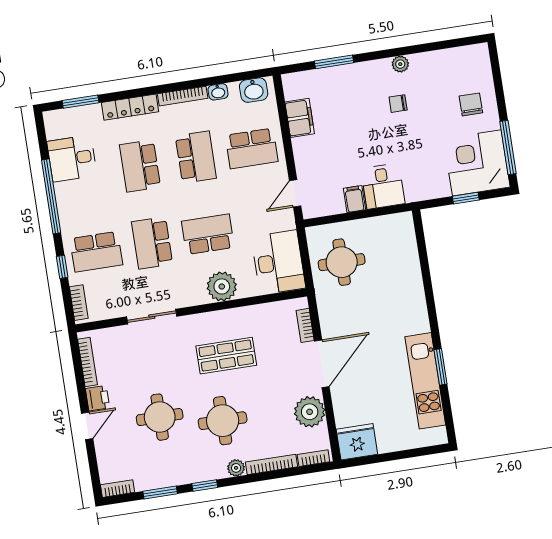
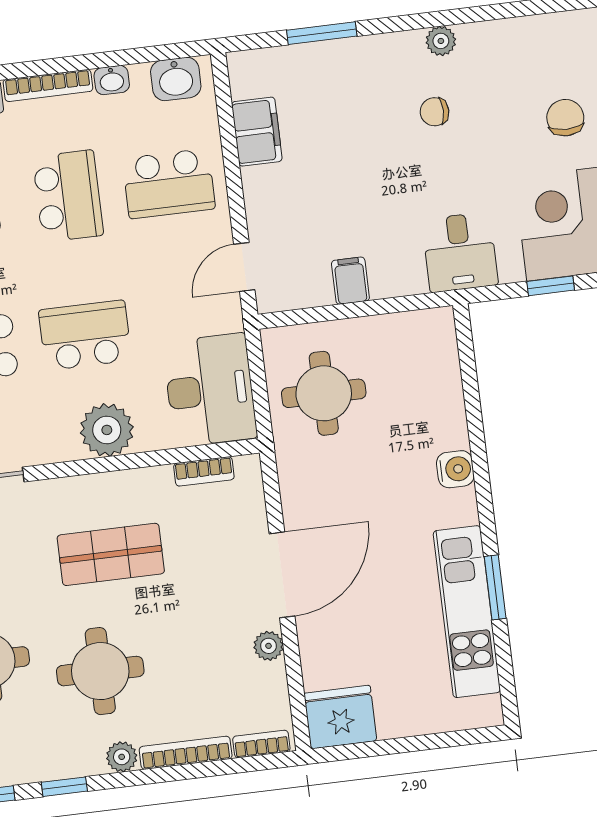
desk: (383, 186) -> (460, 252), moved
water cooler: (416, 302) -> (455, 469), added
bookcase: (305, 325) -> (204, 471), moved, turned -90
plant: (310, 412) -> (269, 646), width x0.53, depth x0.53

